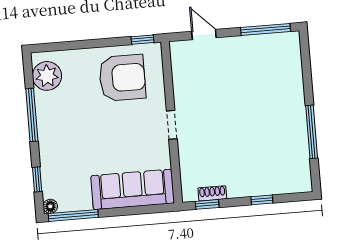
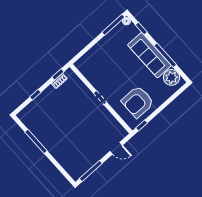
sofa: (133, 189) -> (149, 55), moved, turned 90

